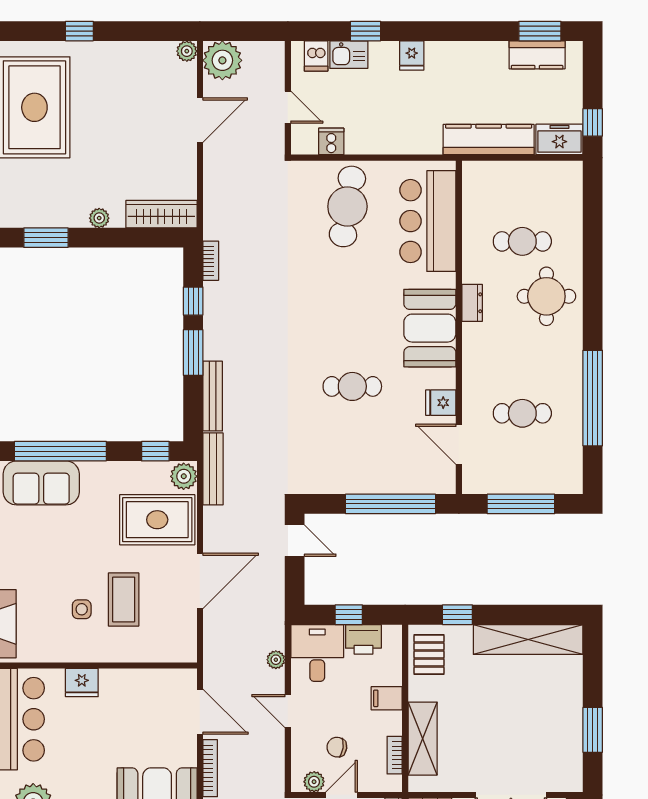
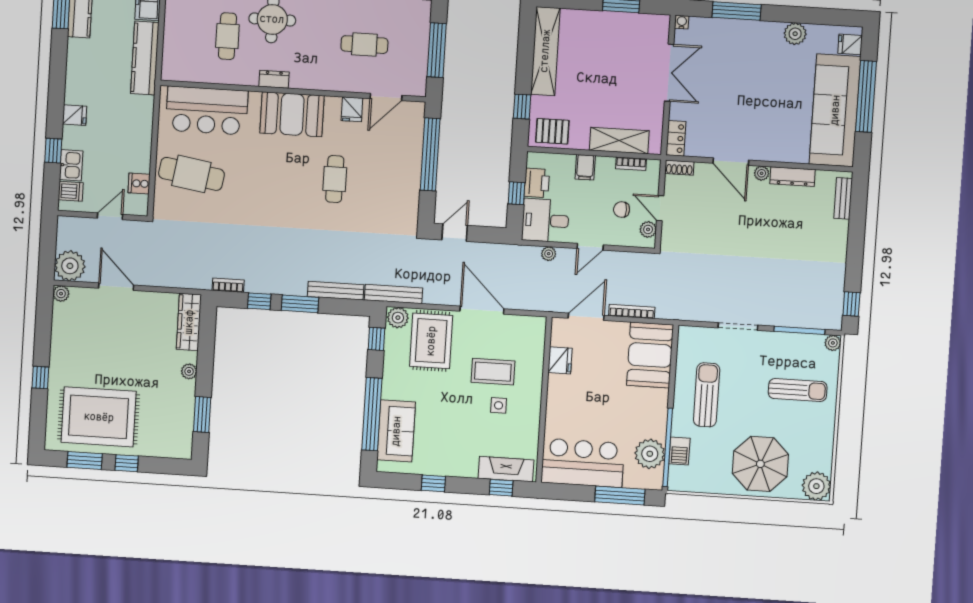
cafe table: (522, 413) -> (364, 45), turned 90
fridge: (82, 683) -> (560, 360), moved
chair: (337, 747) -> (622, 210), turned 82

